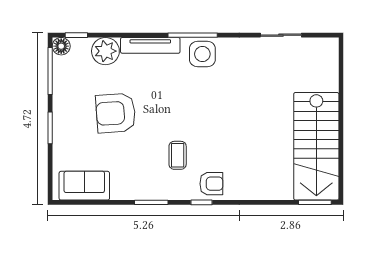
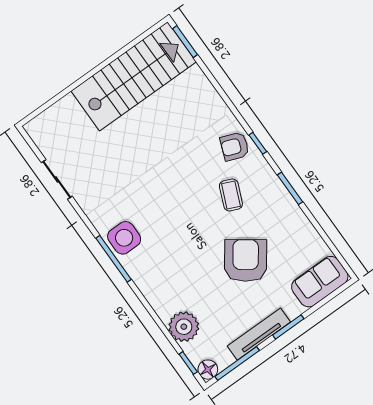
tv unit: (150, 45) -> (259, 334), moved, turned -90
armchair: (116, 113) -> (246, 261), moved, turned -140
coffee table: (178, 155) -> (231, 195), turned -67
armchair: (211, 184) -> (235, 146), turned -69
sofa: (84, 186) -> (320, 282), moved, turned 90

